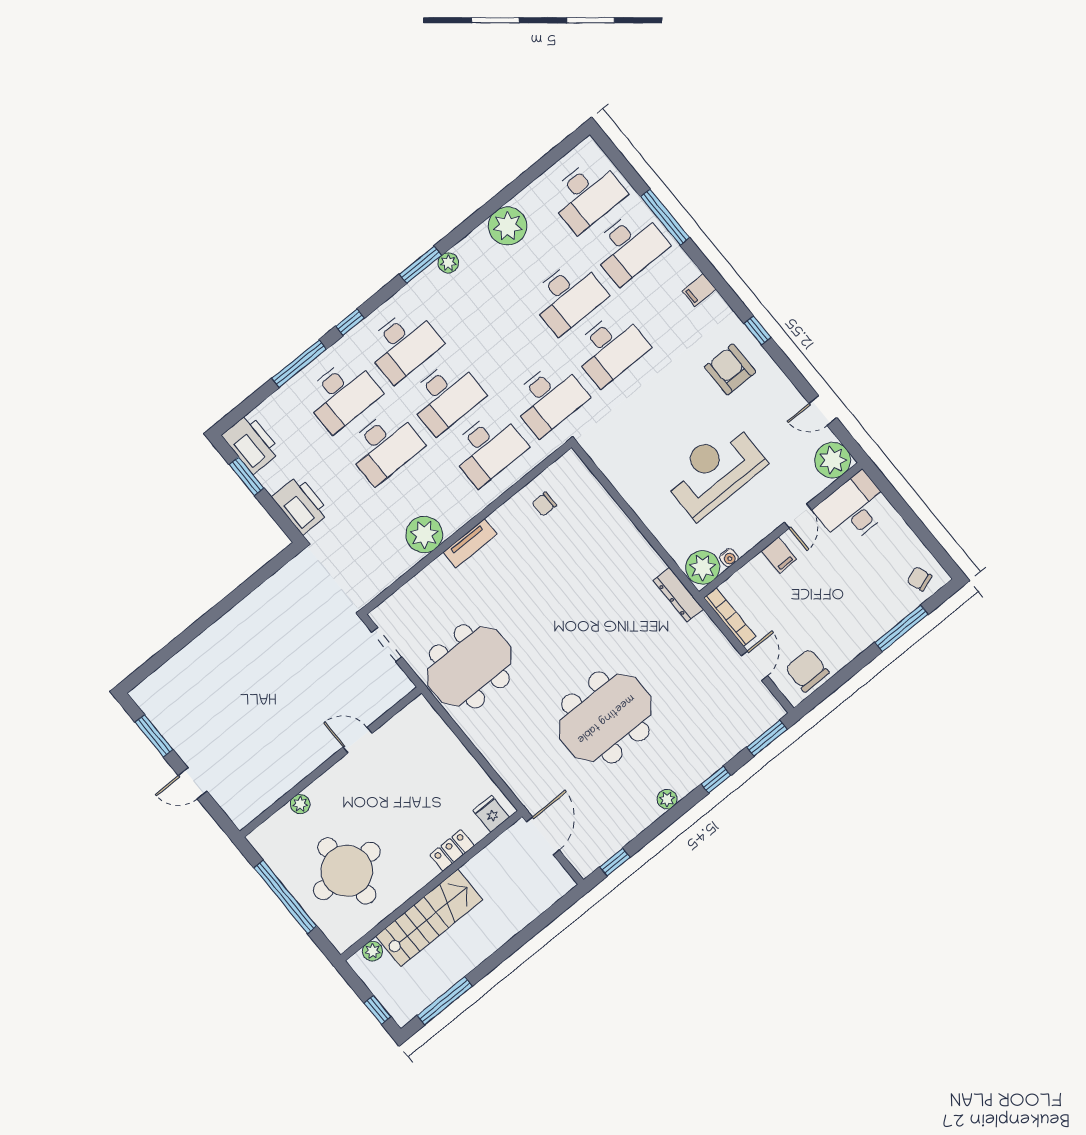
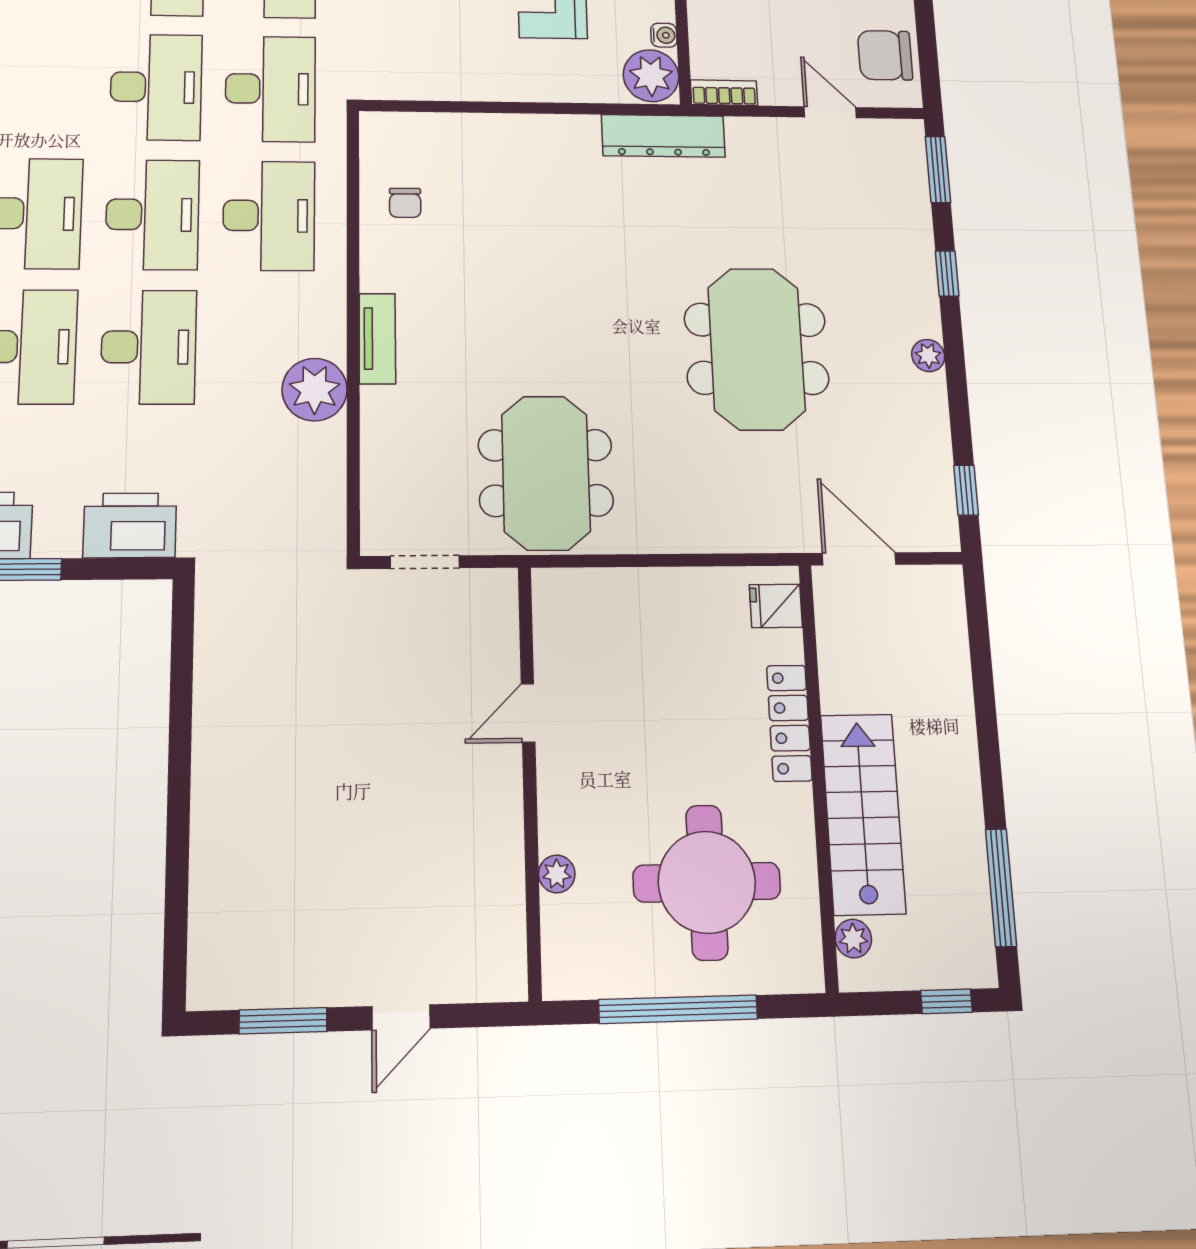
desk: (507, 347) -> (156, 87), added
dresser: (678, 595) -> (663, 136), width x1.37, depth x1.24
bookcase: (730, 617) -> (724, 93), width x0.64
locker: (452, 850) -> (789, 723), width x1.53

